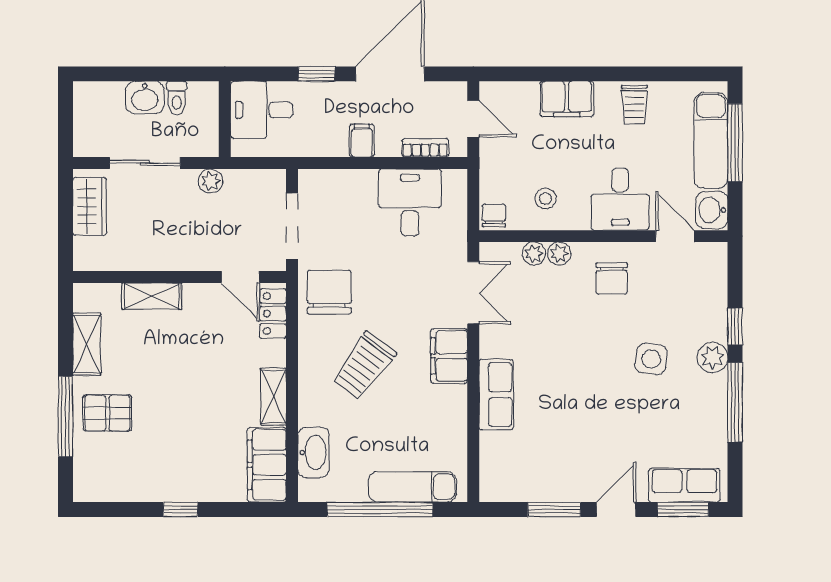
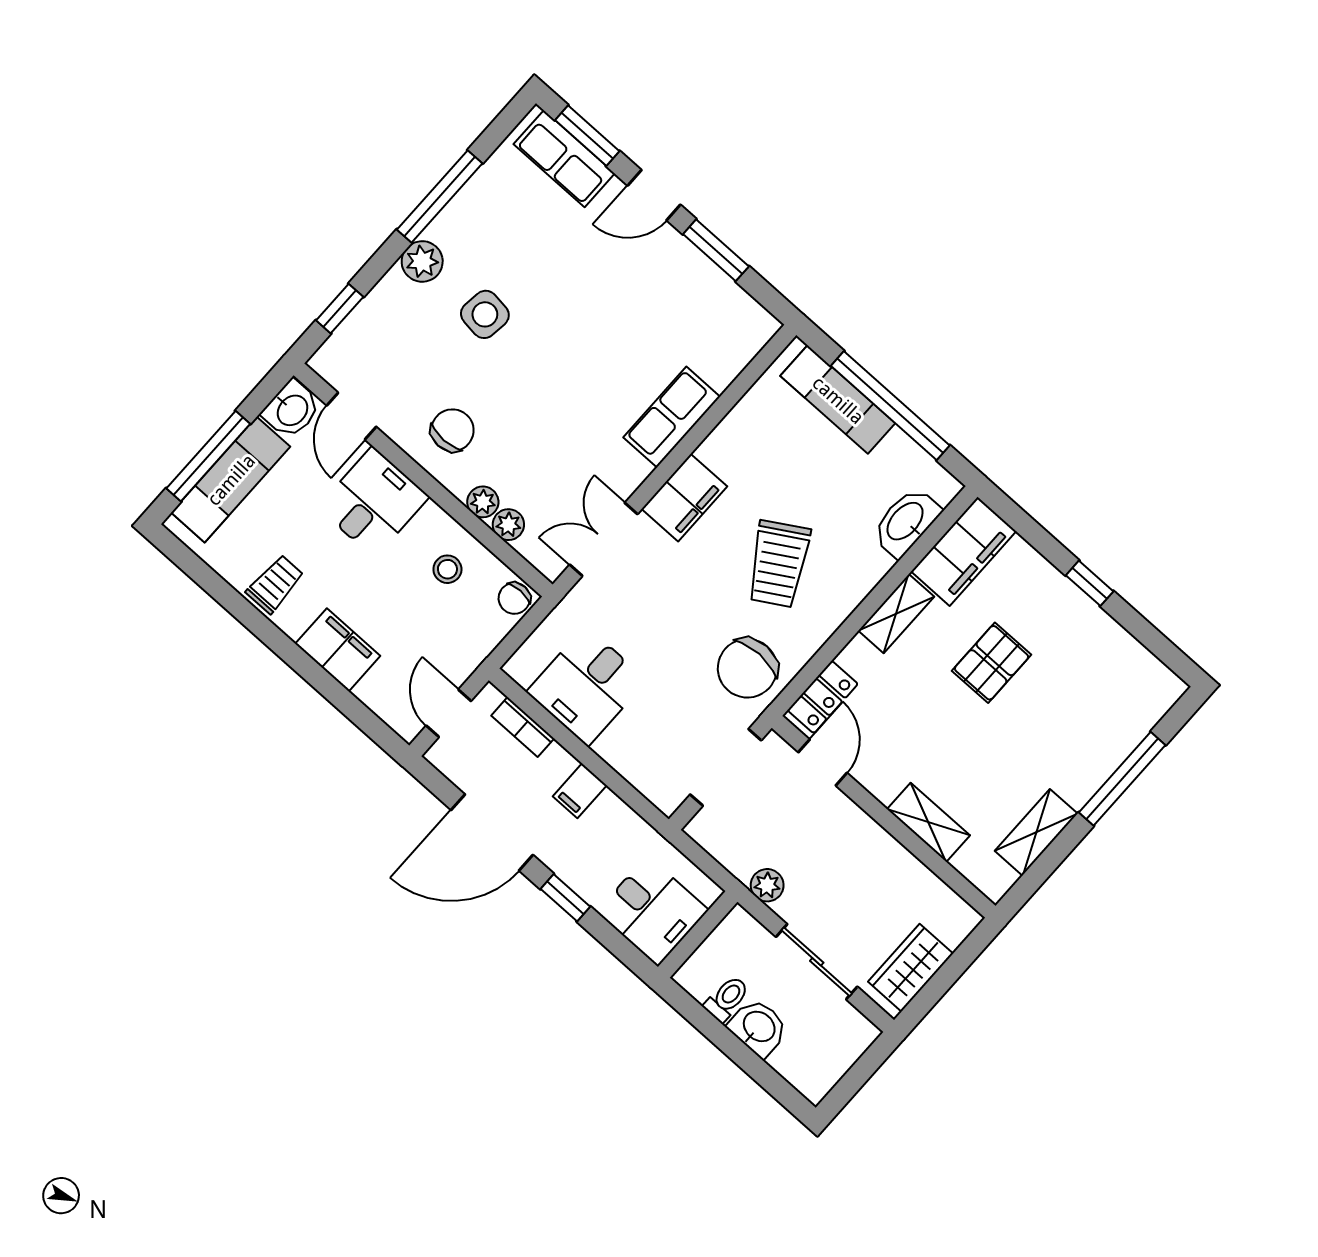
window: (735, 326) -> (340, 309), moved
trolley: (364, 366) -> (778, 564), turned 112
pallet: (107, 413) -> (991, 663), moved, turned 90

